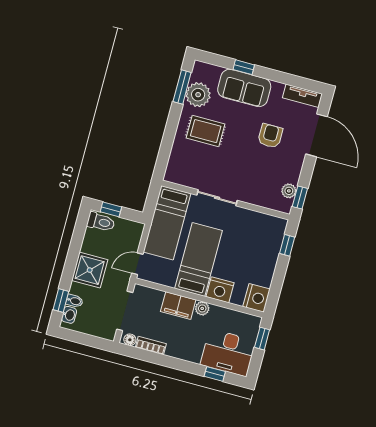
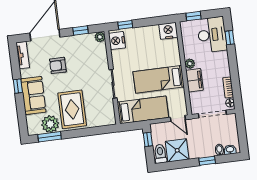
window: (244, 67) -> (18, 86), moved
rug: (206, 131) -> (72, 109), width x1.36, depth x1.43
plant: (289, 191) -> (100, 37), moved
window: (300, 198) -> (80, 31), moved
window: (111, 209) -> (148, 139), moved
shower: (90, 270) -> (177, 150), moved
nightstand: (220, 290) -> (117, 41), moved, turned 180
window: (61, 301) -> (207, 161), moved

